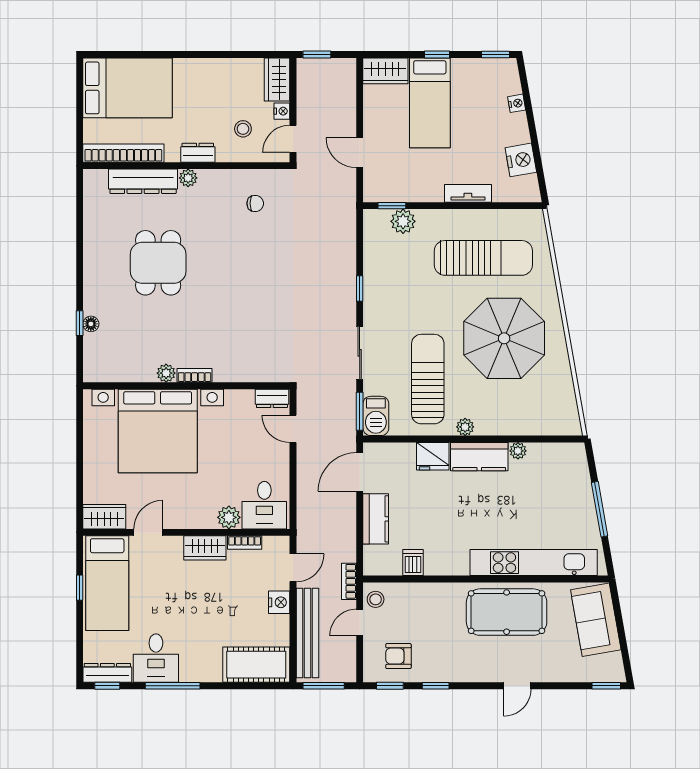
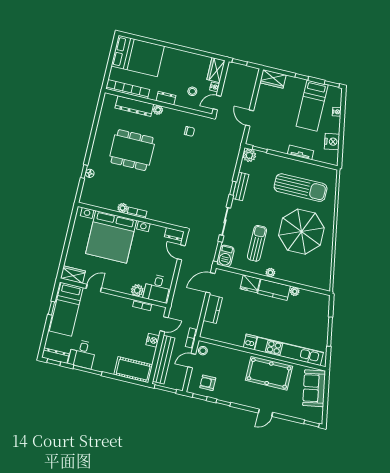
bed: (430, 103) -> (312, 106), moved
plant: (403, 221) -> (249, 155), moved
dining table: (158, 263) -> (132, 150), width x1.38
bench: (373, 282) -> (241, 186), added
sun lounger: (428, 379) -> (257, 243), width x0.73, depth x0.75
wardrobe: (205, 548) -> (121, 303), removed
dishwasher: (413, 563) -> (250, 342), moved

